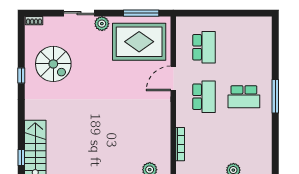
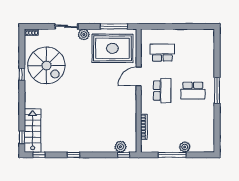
school desk: (204, 47) -> (162, 53), turned -90
spiral stairs: (53, 64) -> (46, 65), width x1.37, depth x1.37

